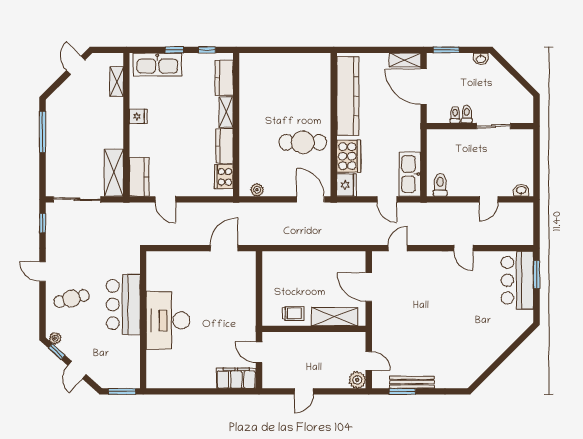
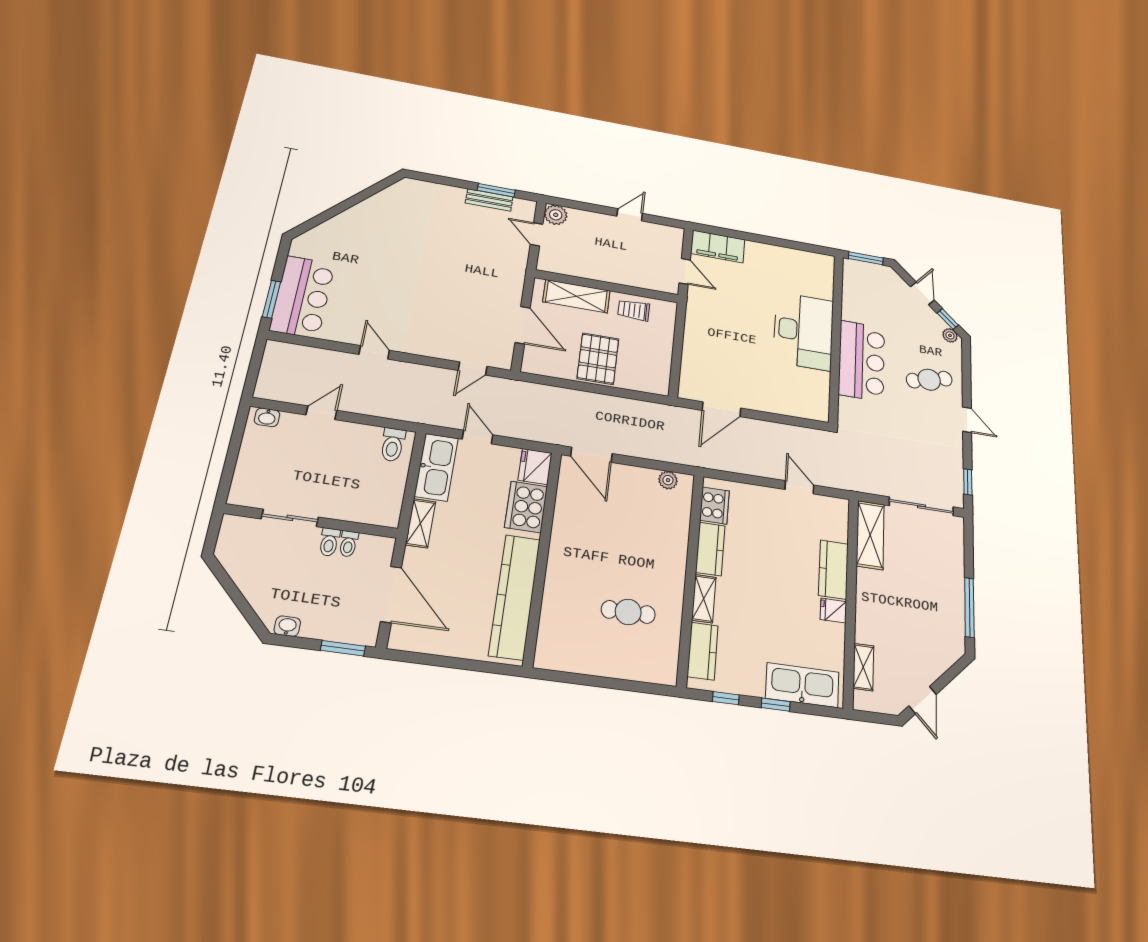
shelving: (405, 60) -> (420, 523), moved, turned 90
cafe table: (303, 142) -> (628, 612), moved, width x0.73, depth x0.74
kitchen counter: (139, 177) -> (833, 570), moved
pallet: (314, 271) -> (598, 359), added
bench: (412, 382) -> (489, 200), width x0.73

